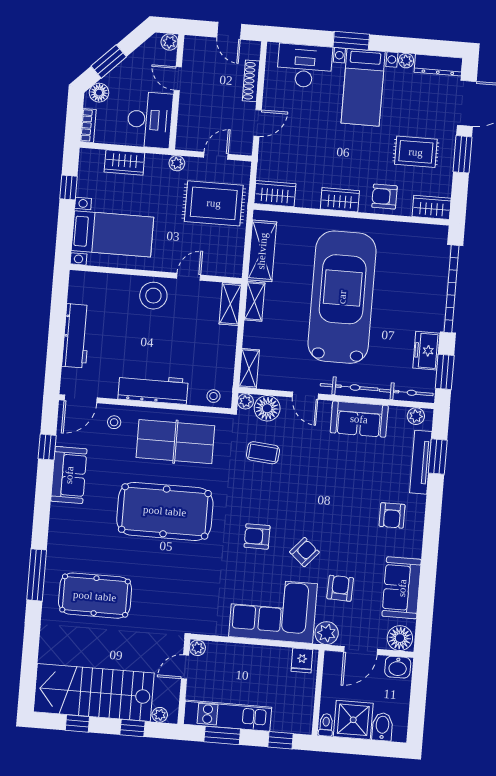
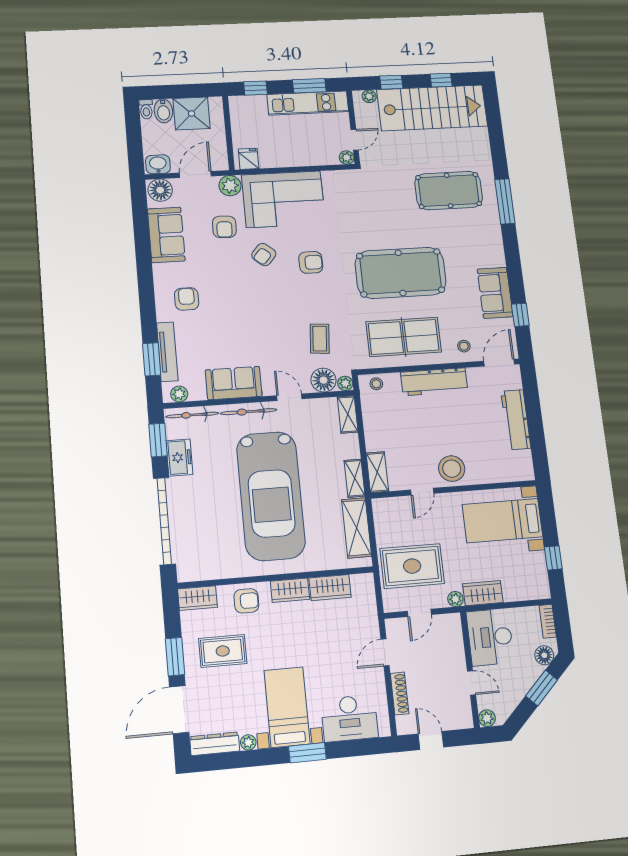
wardrobe: (124, 163) -> (483, 593), moved
wardrobe: (275, 194) -> (330, 588), moved
coffee table: (263, 453) -> (320, 339), turned 90
toilet: (326, 725) -> (146, 109), moved

